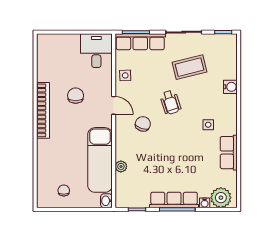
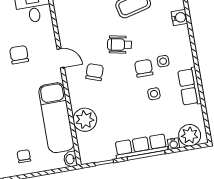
side table: (125, 75) -> (154, 94), moved
wheelchair: (170, 102) -> (120, 45), turned 119
chair: (189, 128) -> (144, 68), added
plant: (121, 166) -> (85, 120), width x1.88, depth x1.88

